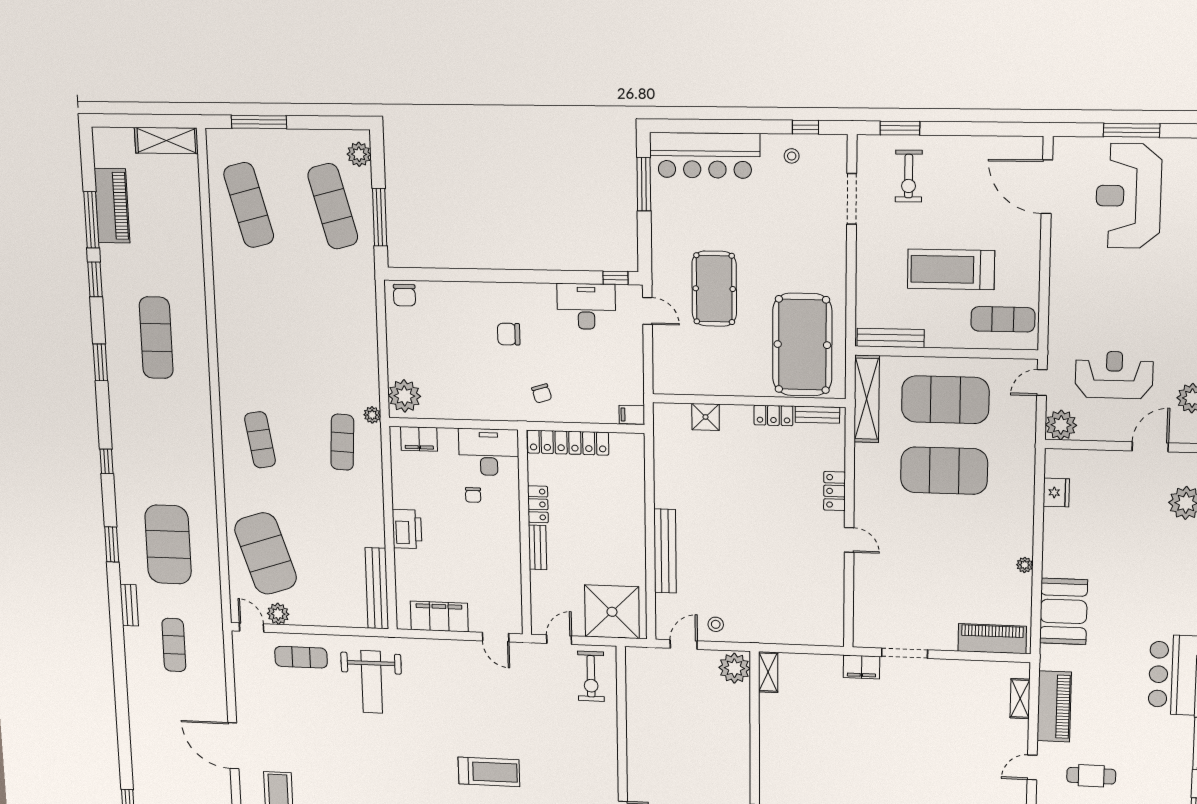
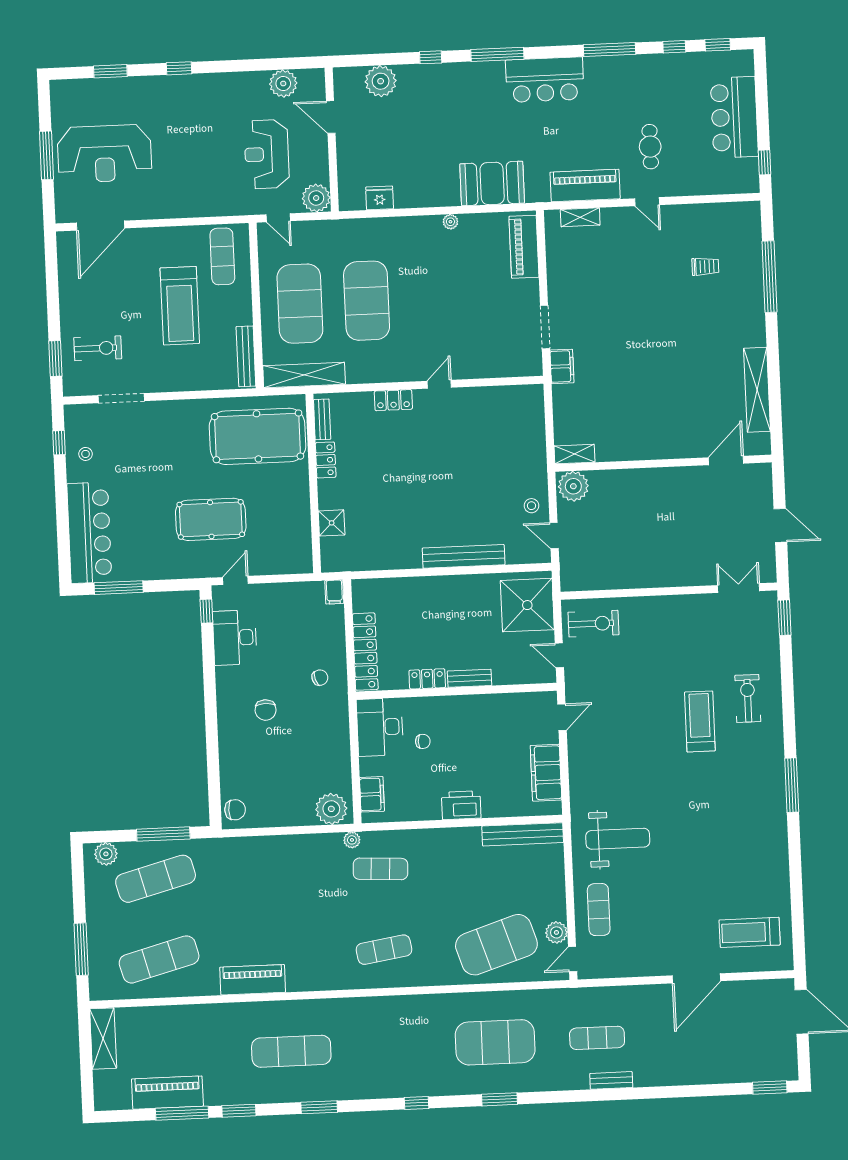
piano: (228, 302) -> (253, 980), added
bench: (129, 605) -> (611, 1080), moved

